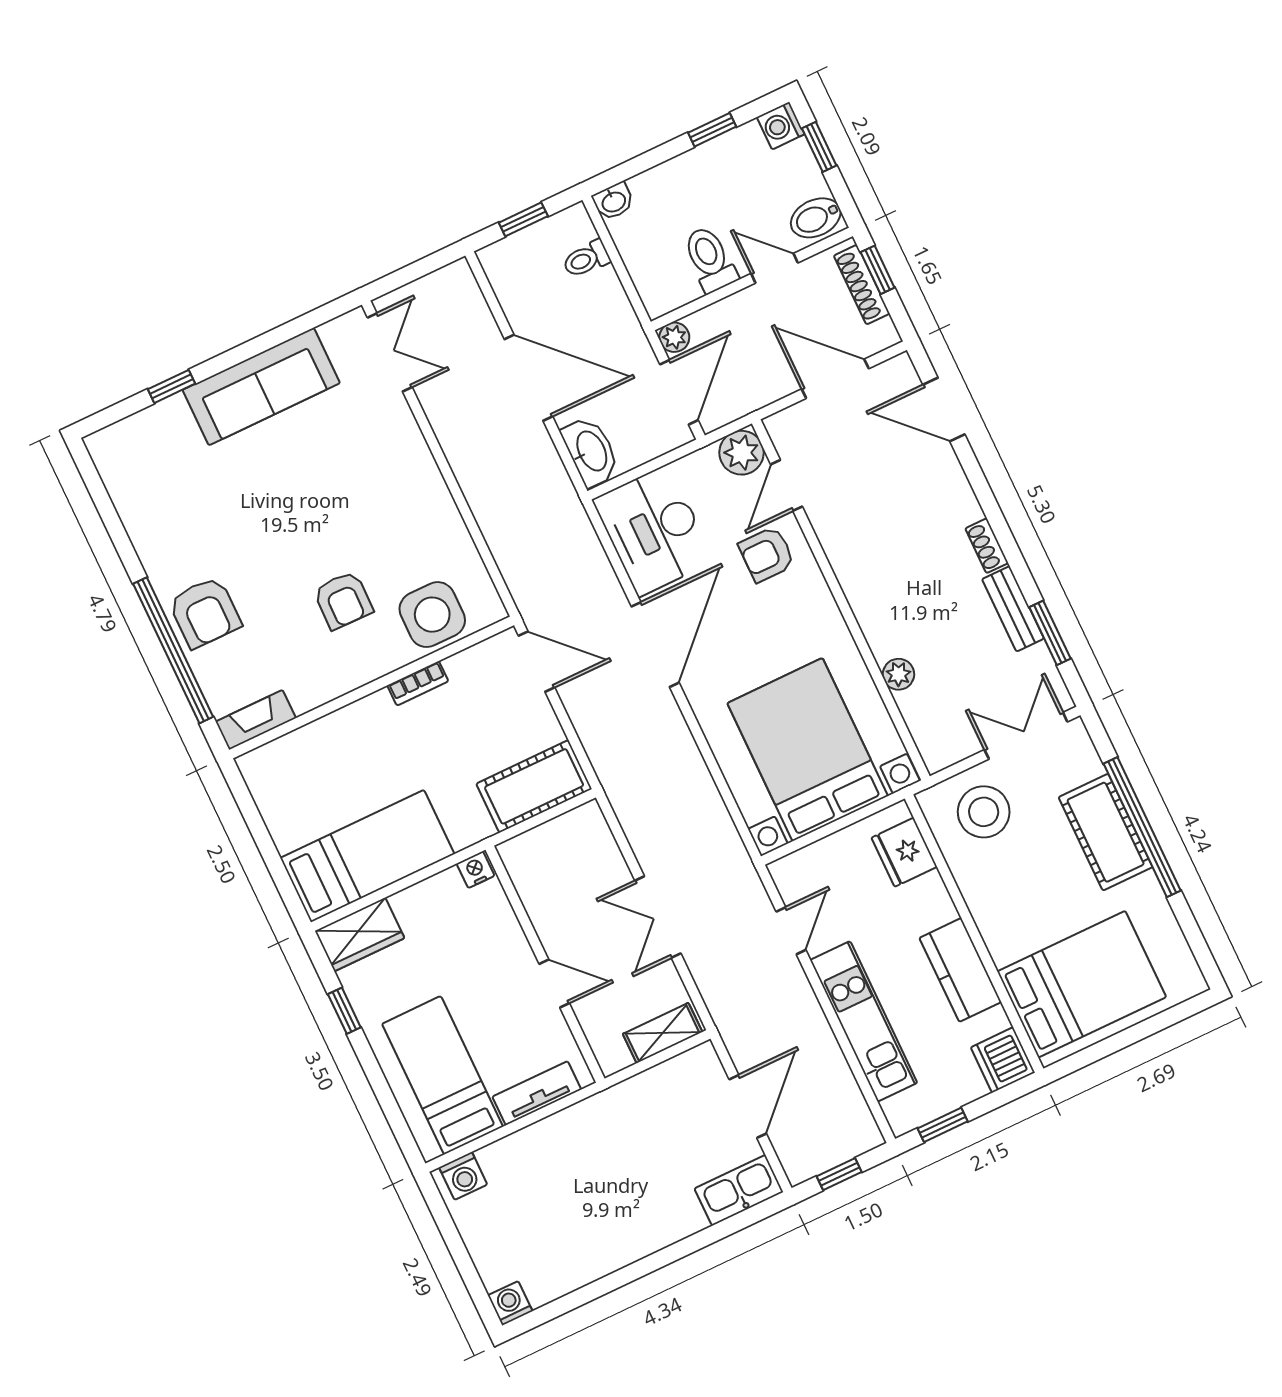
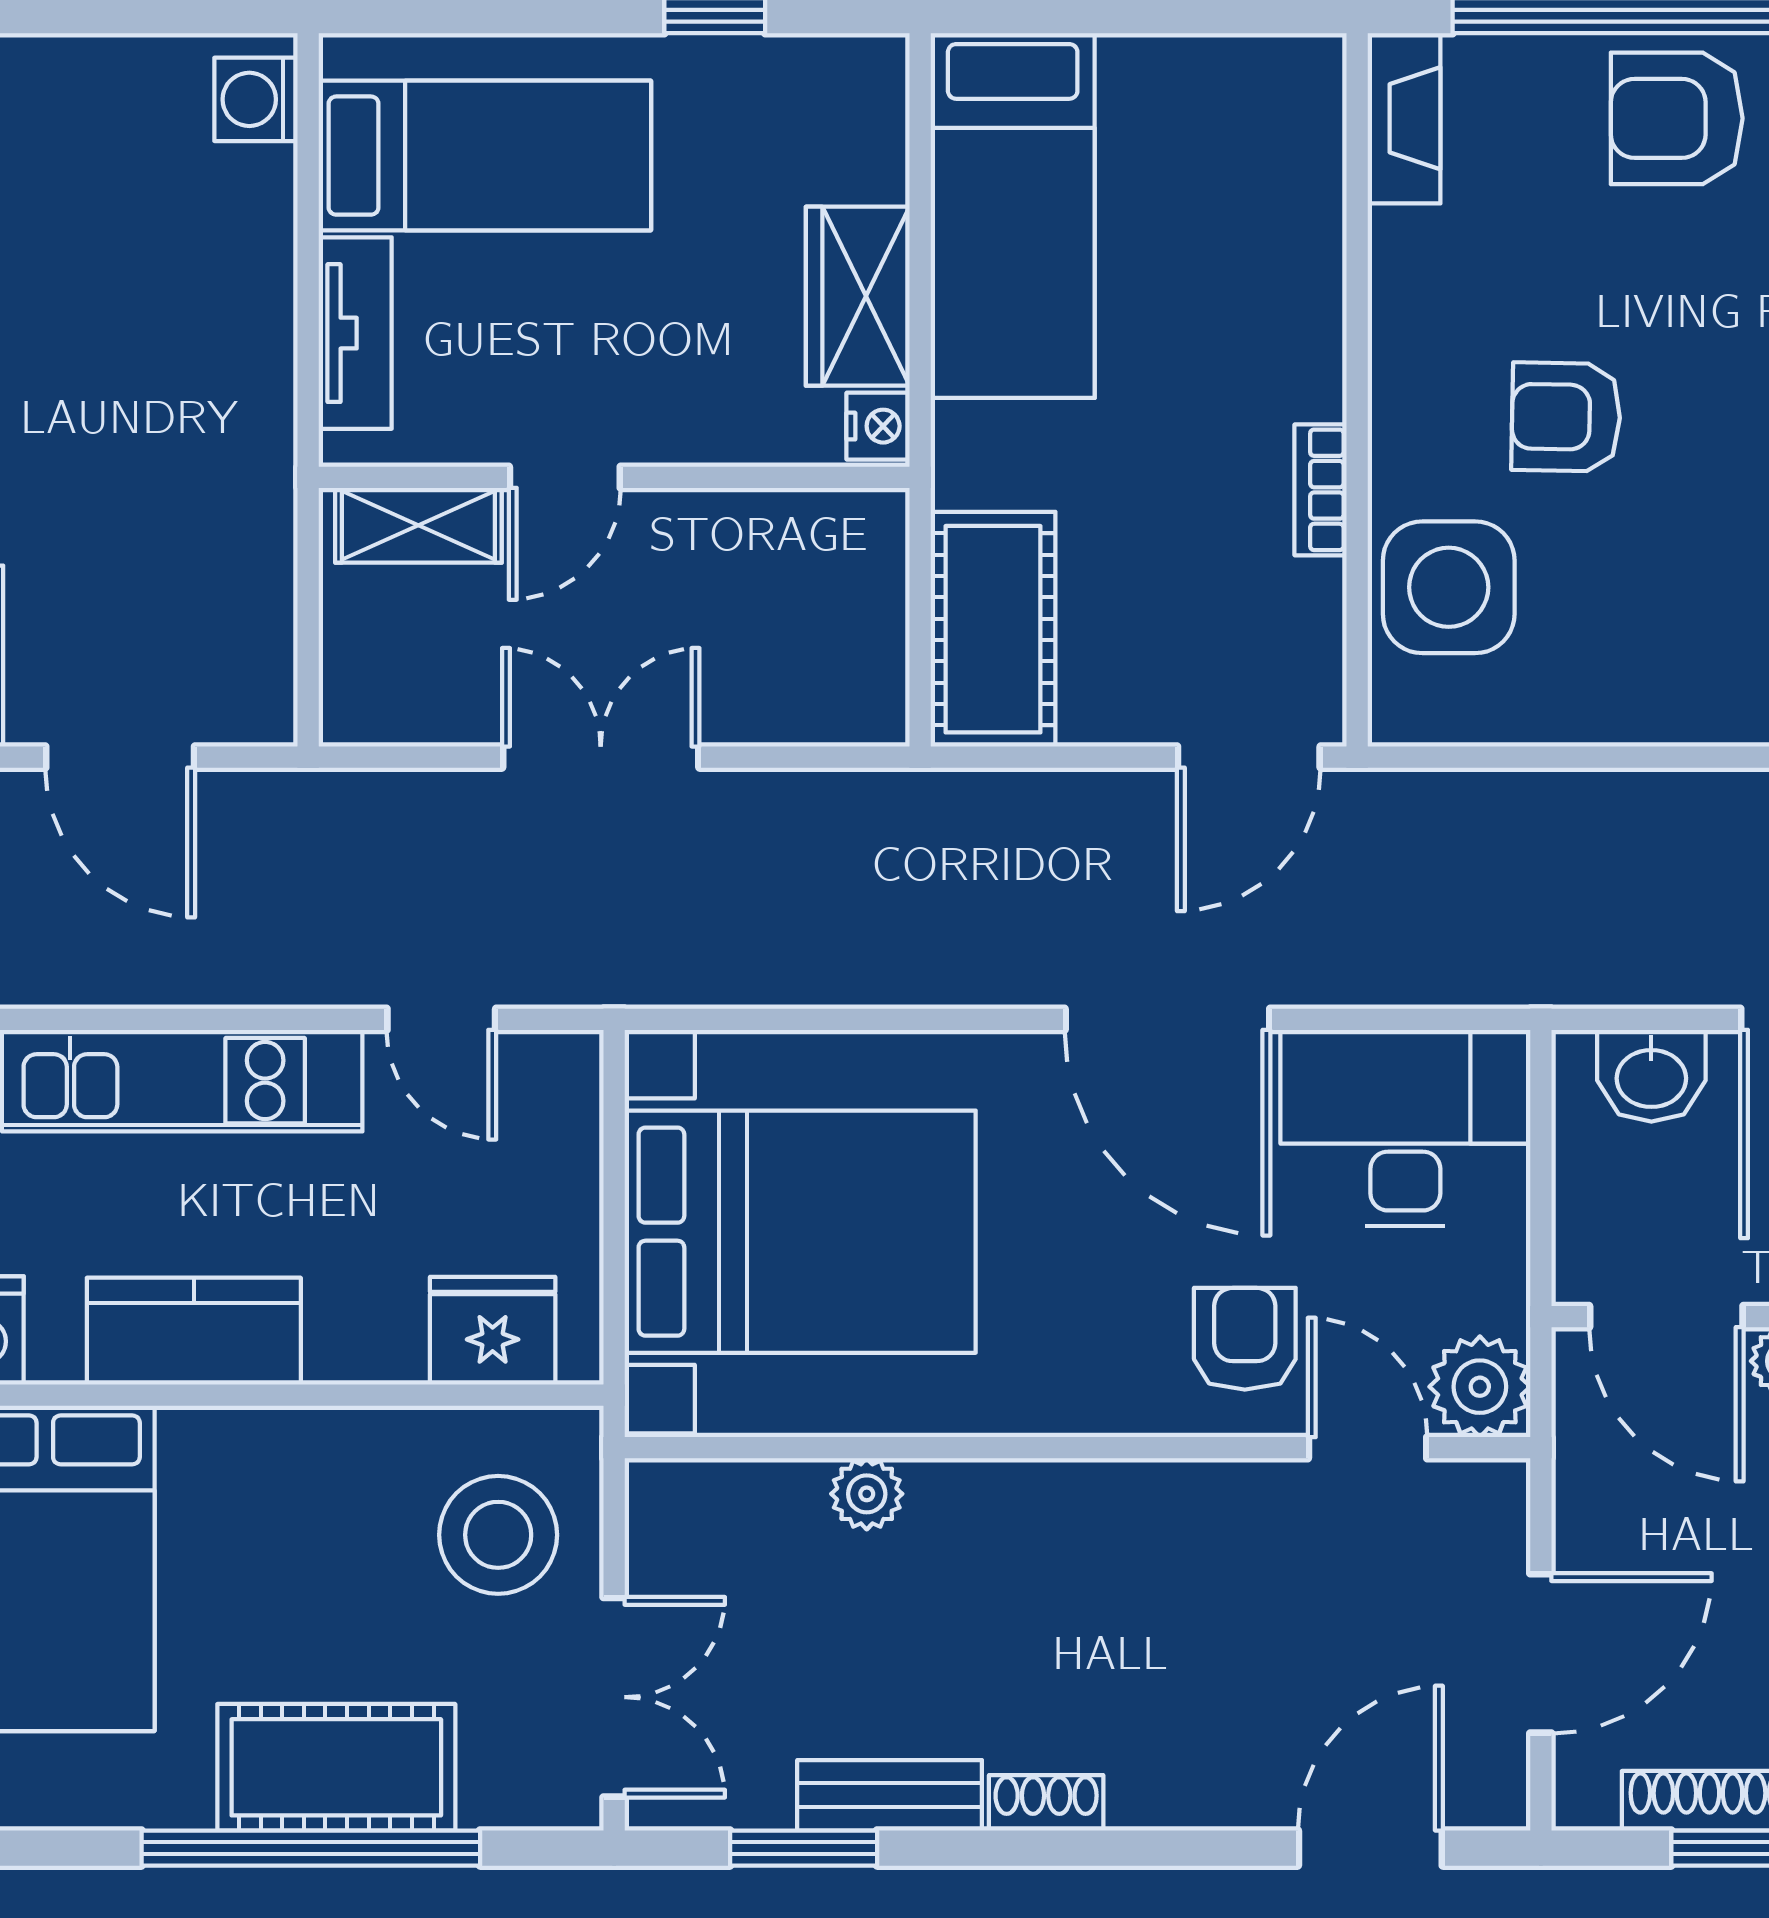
washbasin: (591, 451) -> (1651, 1076), width x0.72
wardrobe: (360, 934) -> (858, 296), moved
shelving: (663, 1033) -> (418, 525), moved, turned 90

